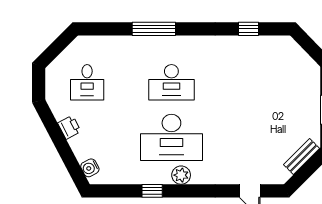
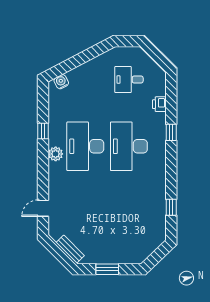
window: (154, 29) -> (171, 132), width x0.46
desk: (171, 82) -> (129, 146), width x1.36, depth x1.30
printer: (69, 127) -> (159, 104), moved, turned 118

